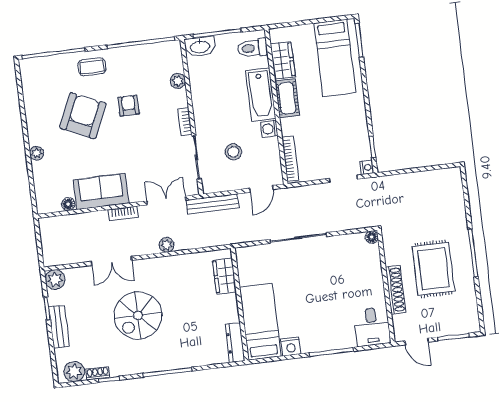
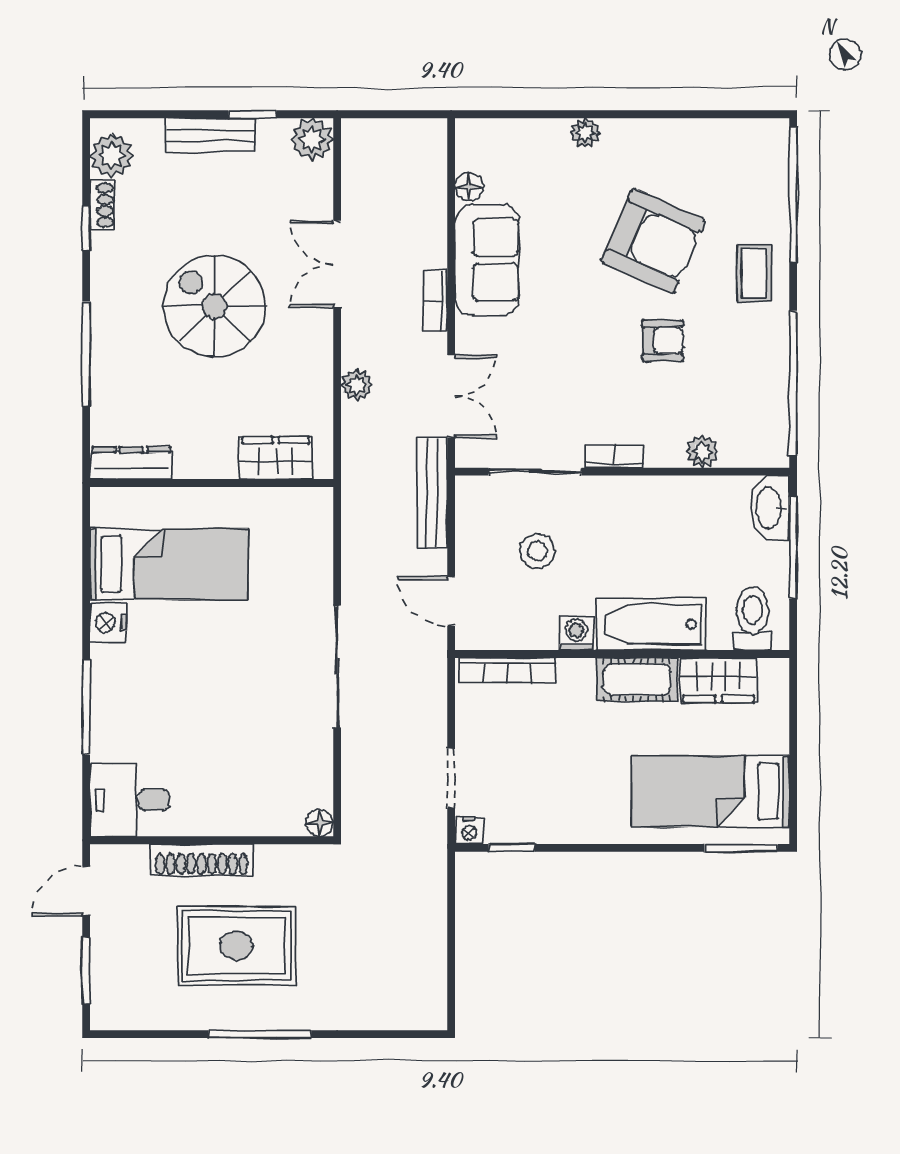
wardrobe: (224, 276) -> (276, 458), moved
wall: (240, 304) -> (212, 483), moved
dresser: (235, 343) -> (131, 463), moved

